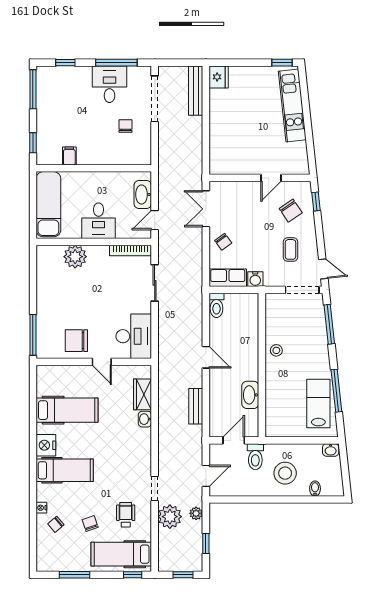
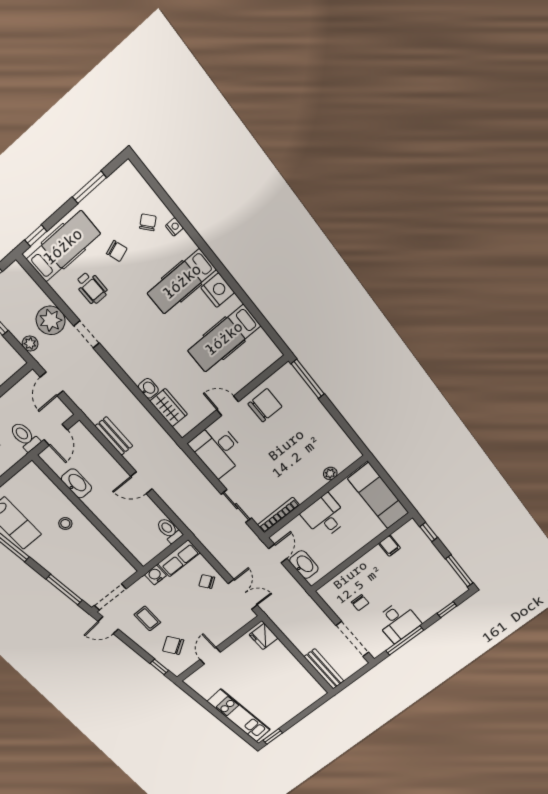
fridge: (219, 77) -> (264, 636), moved
plant: (75, 257) -> (330, 473), width x0.53, depth x0.53
stool: (276, 350) -> (65, 524), moved

